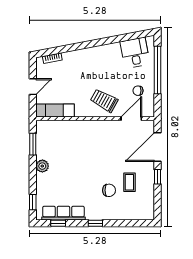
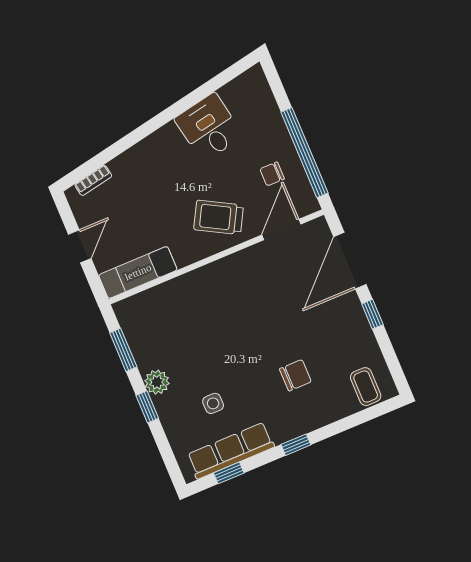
desk: (135, 53) -> (209, 127), moved
window: (157, 70) -> (304, 153), moved
coffee table: (129, 182) -> (366, 387), moved
side table: (65, 187) -> (213, 403), added
window: (33, 202) -> (147, 407), moved

